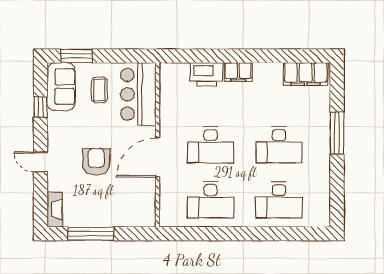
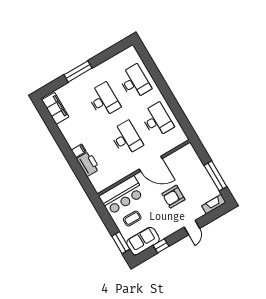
filing cabinet: (238, 72) -> (79, 151), width x0.50

